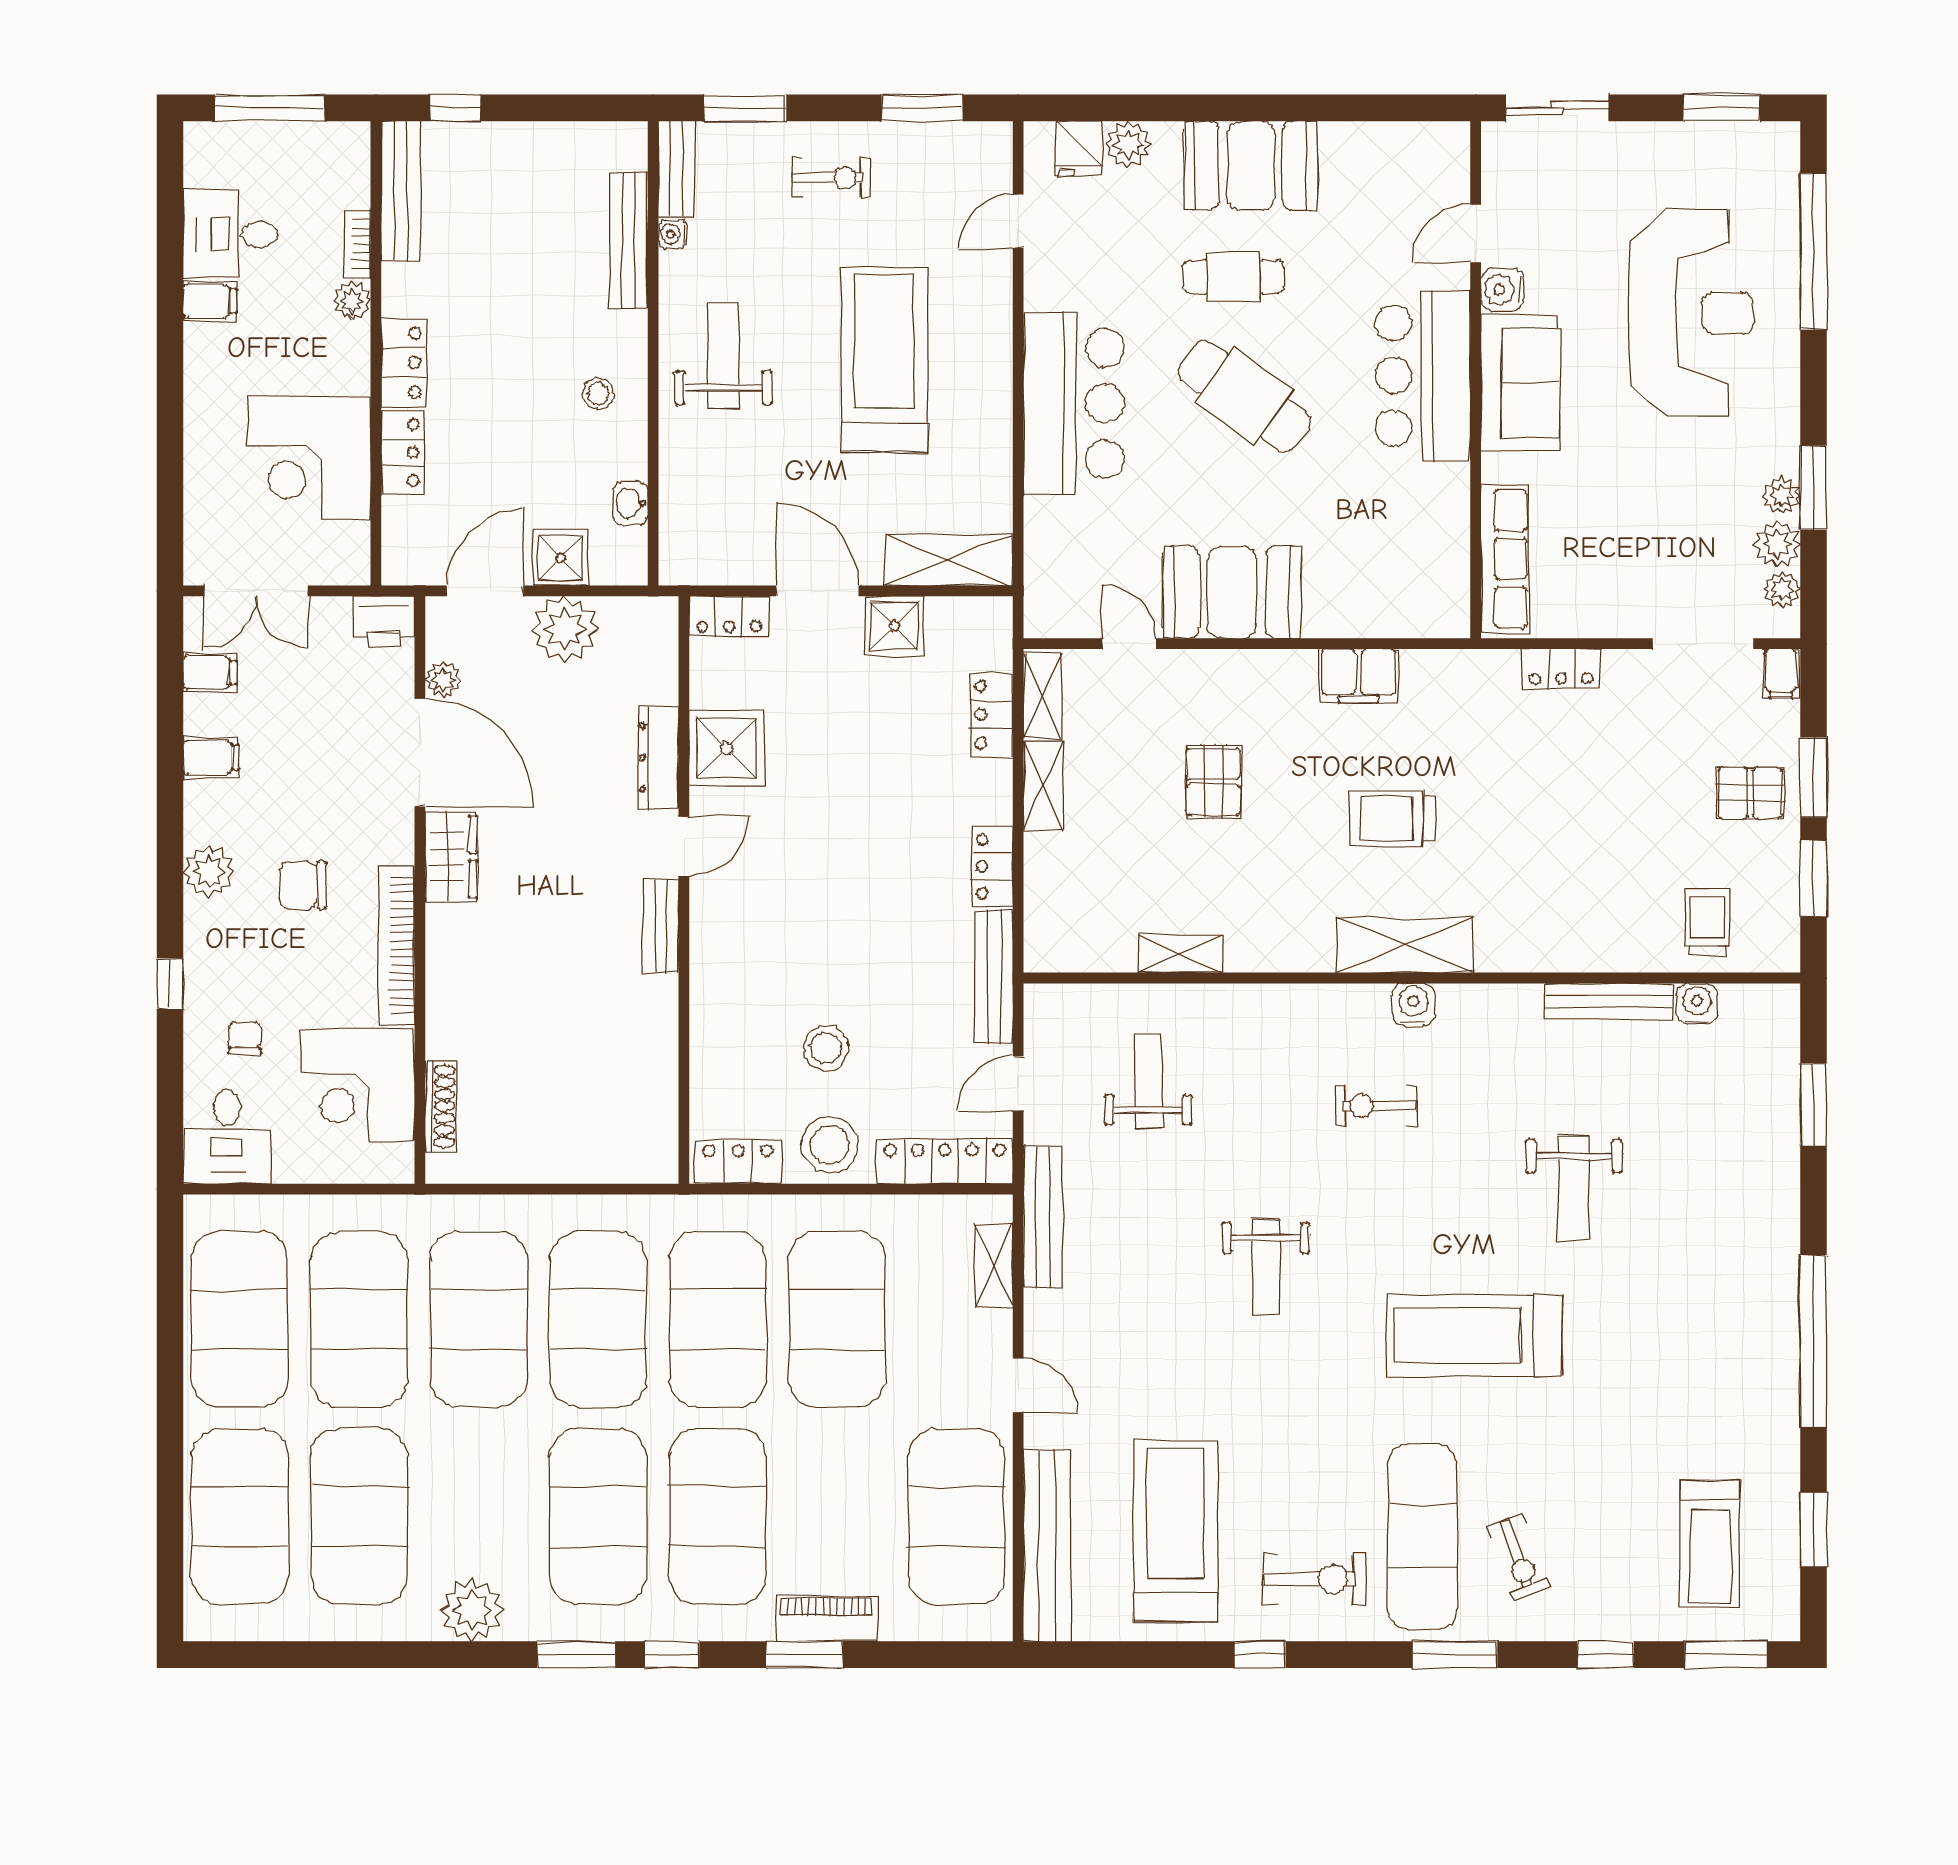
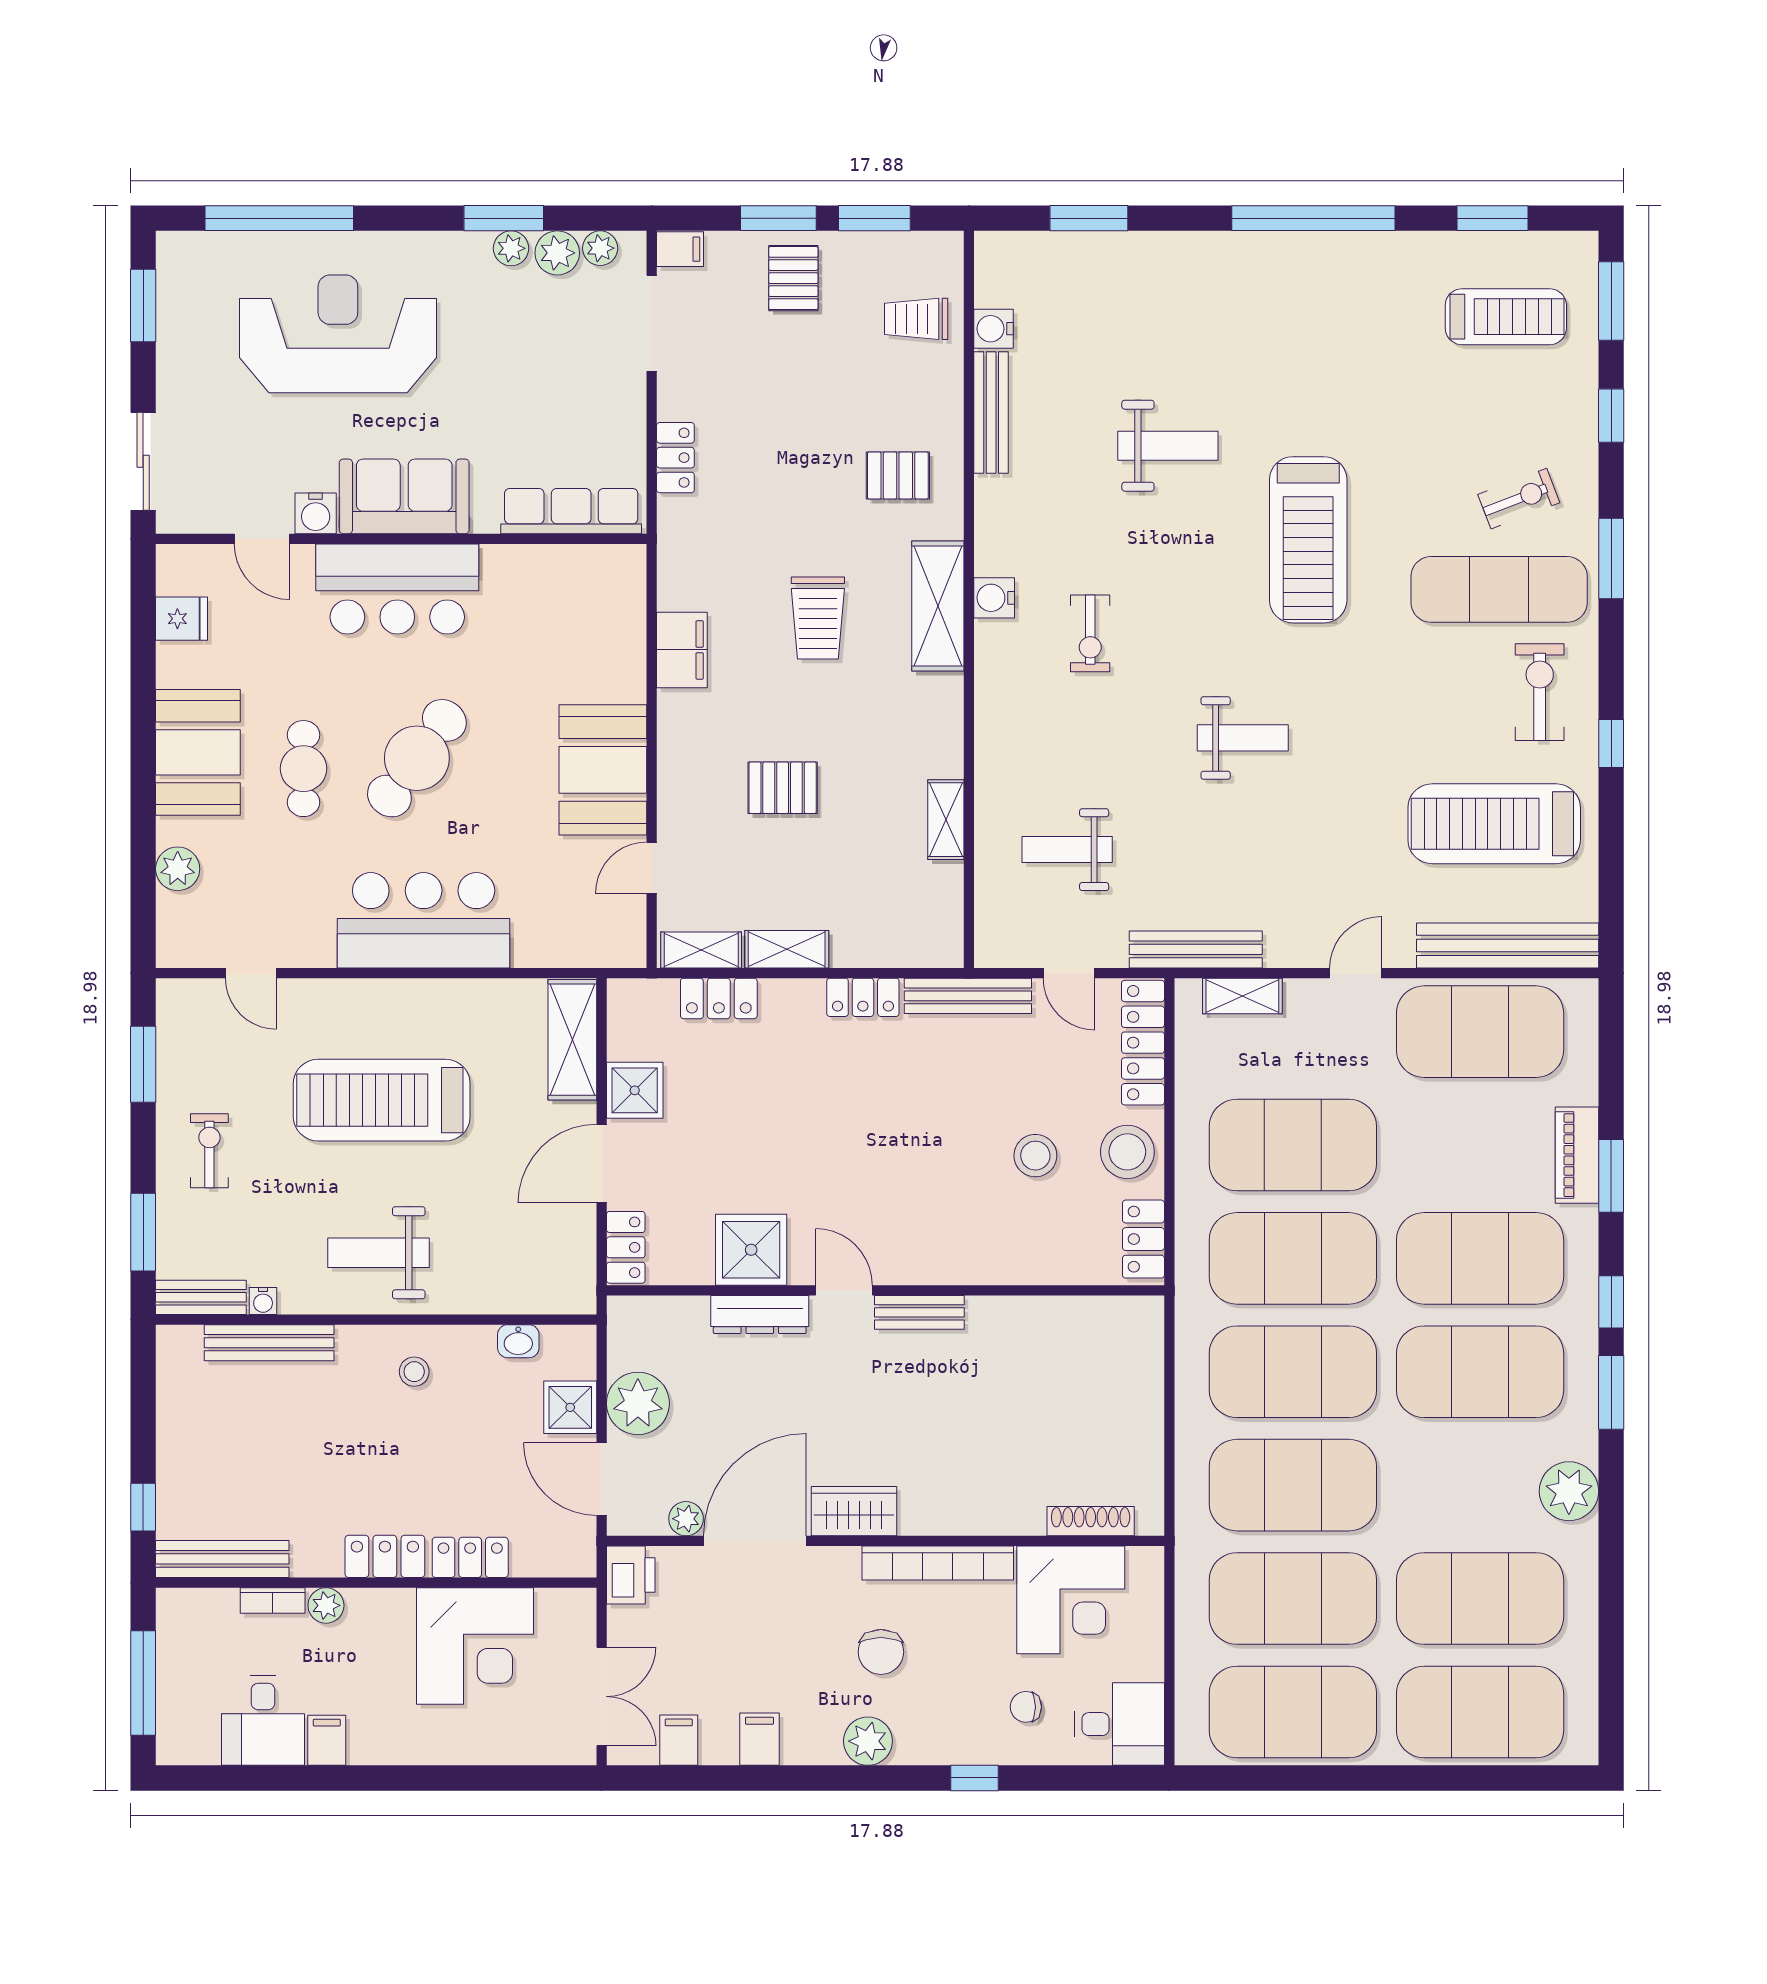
fridge: (1078, 148) -> (182, 619), moved
pallet: (1542, 903) -> (898, 476), added

